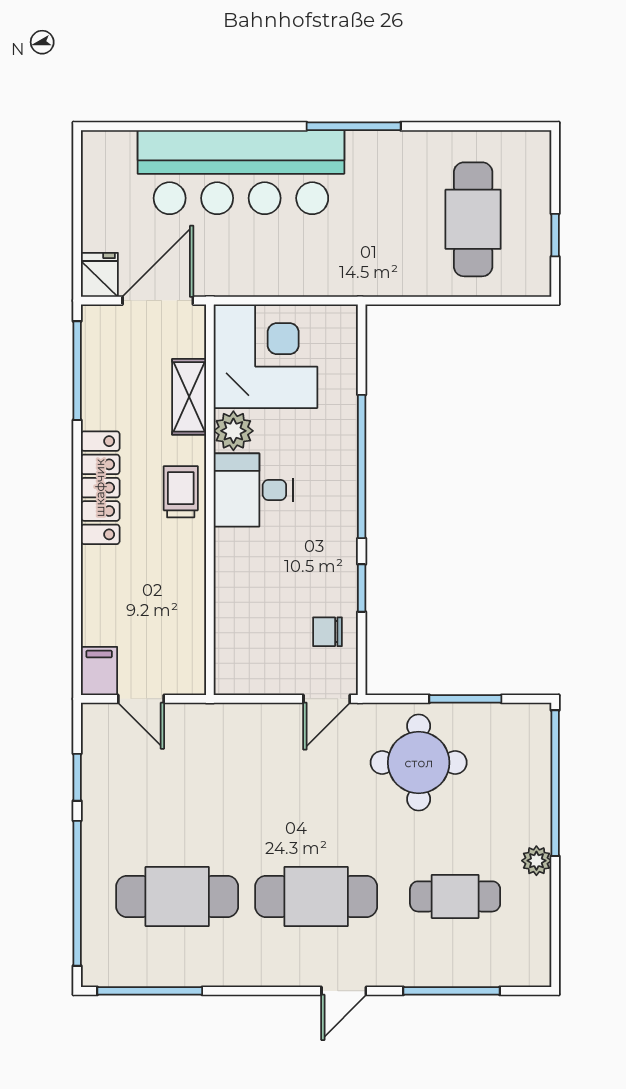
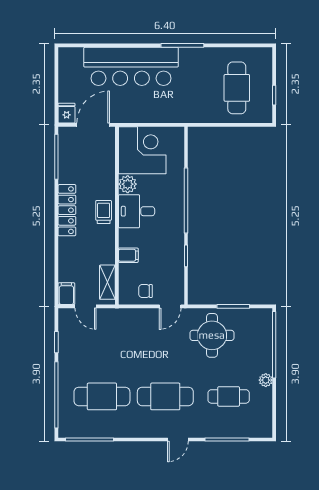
shelving: (189, 397) -> (107, 282), moved
filing cabinet: (235, 587) -> (128, 255), added
chair: (328, 632) -> (146, 291), moved

